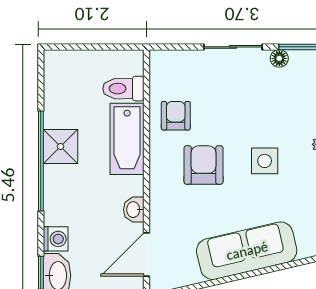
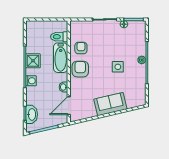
armchair: (204, 165) -> (80, 69), moved
washing machine: (56, 239) -> (31, 81), moved
sofa: (247, 251) -> (110, 104), width x0.73

